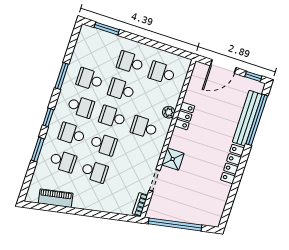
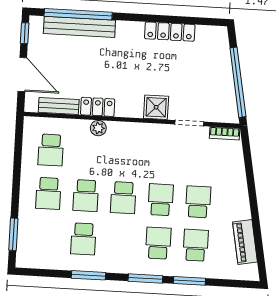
bench: (193, 87) -> (59, 106), added
school desk: (81, 107) -> (121, 241), removed
window: (48, 117) -> (145, 278), width x1.50
school desk: (144, 127) -> (126, 154), removed
school desk: (72, 134) -> (158, 243), turned 180
locker: (232, 164) -> (170, 32), moved

